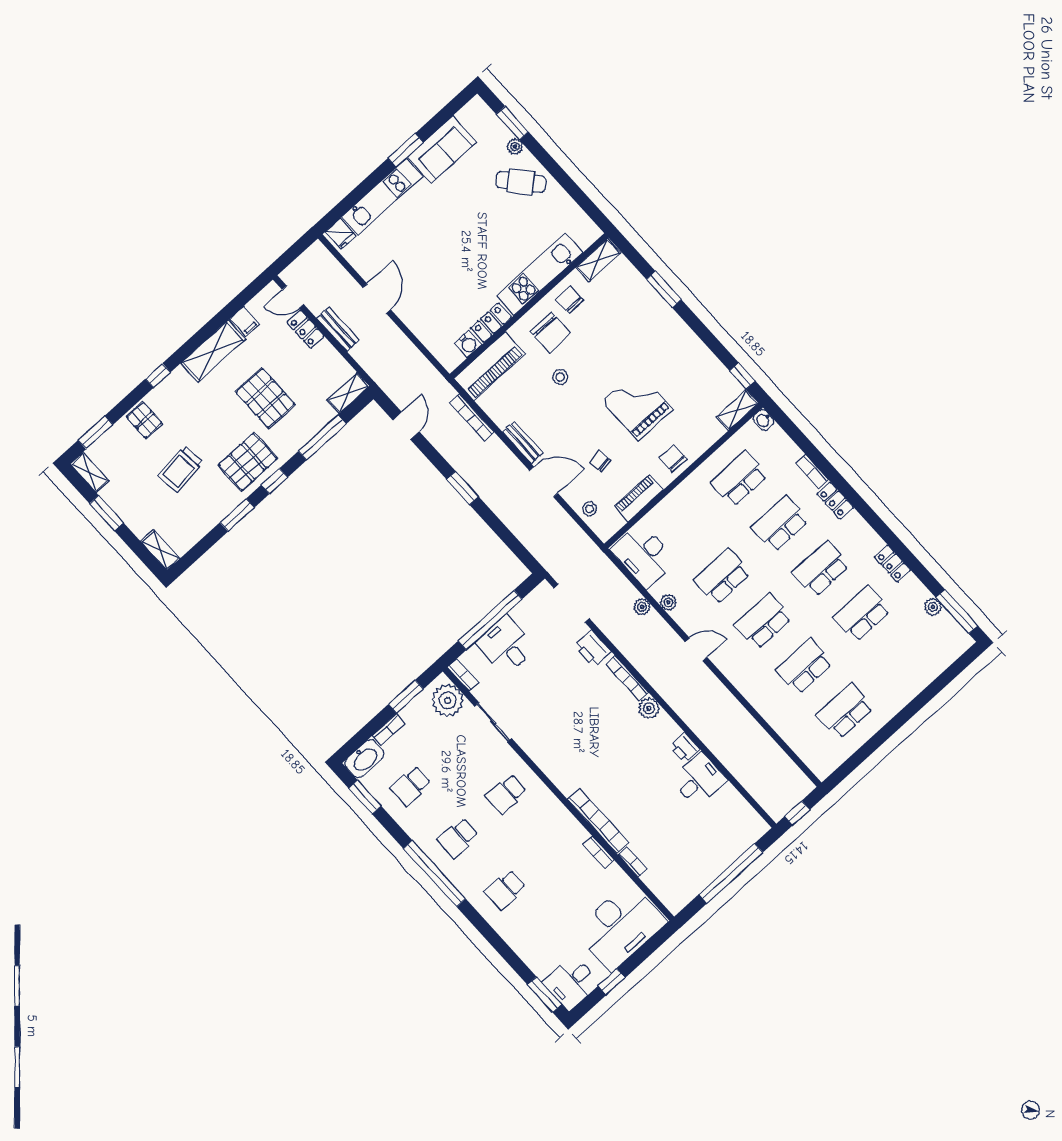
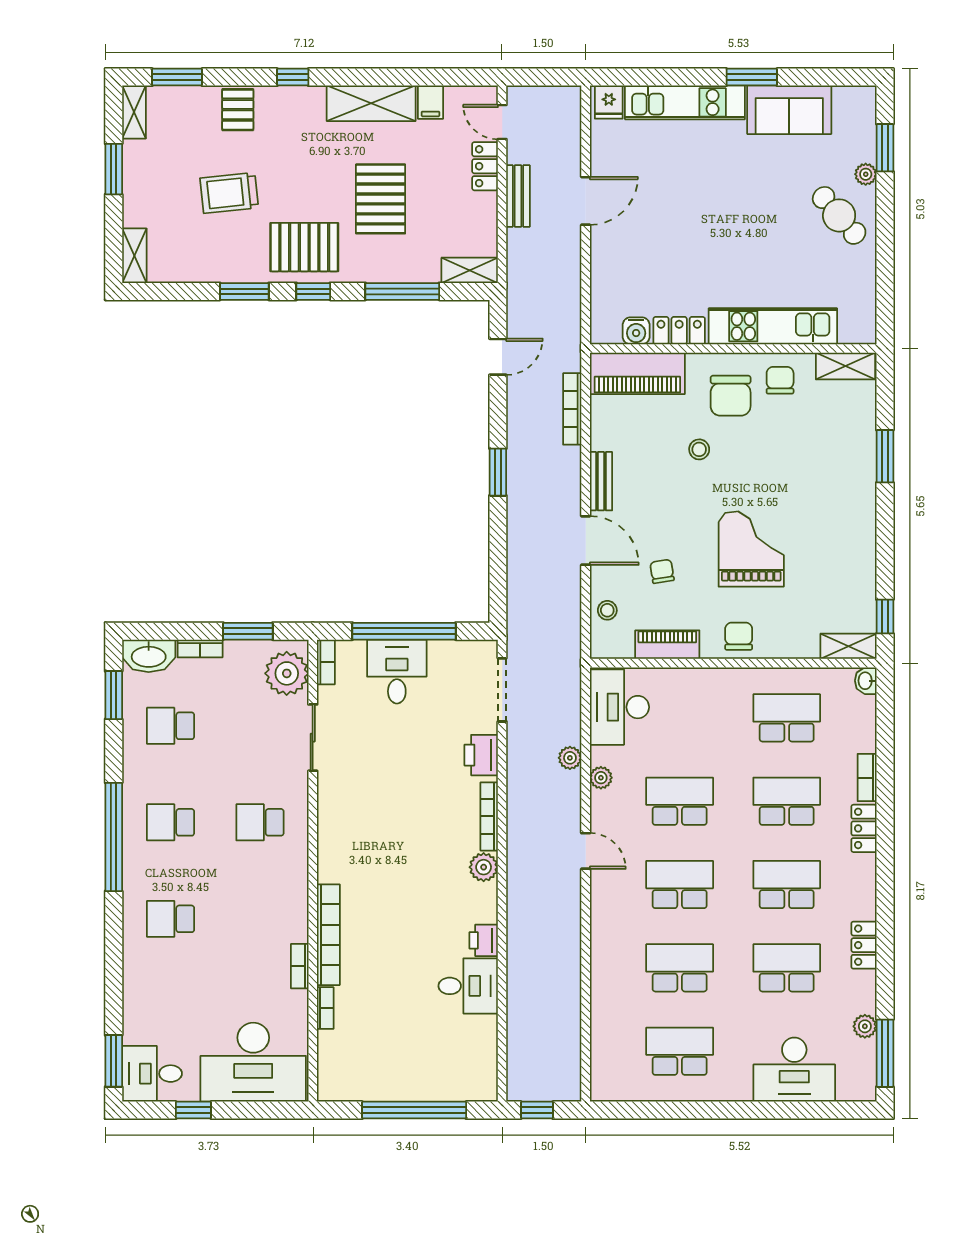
desk: (916, 665) -> (794, 1070), added

